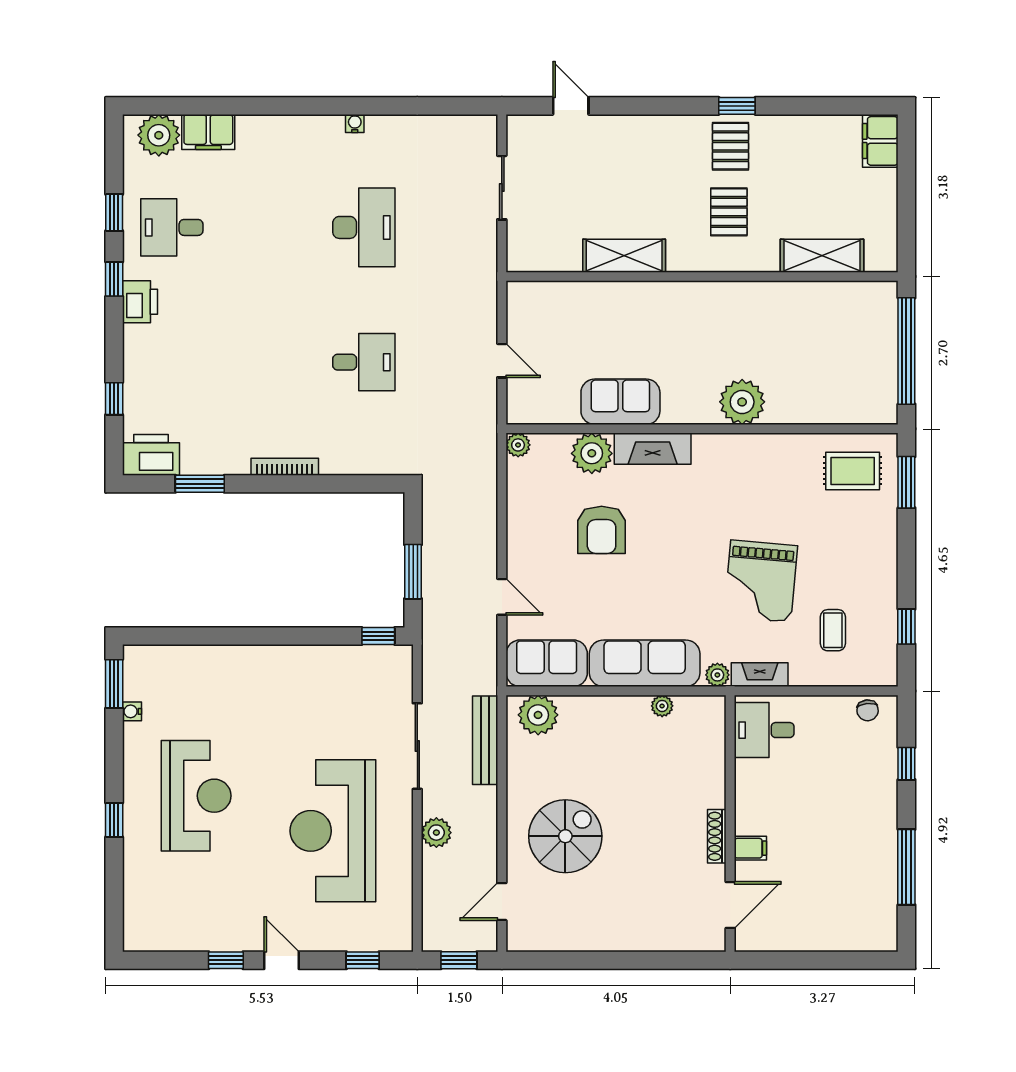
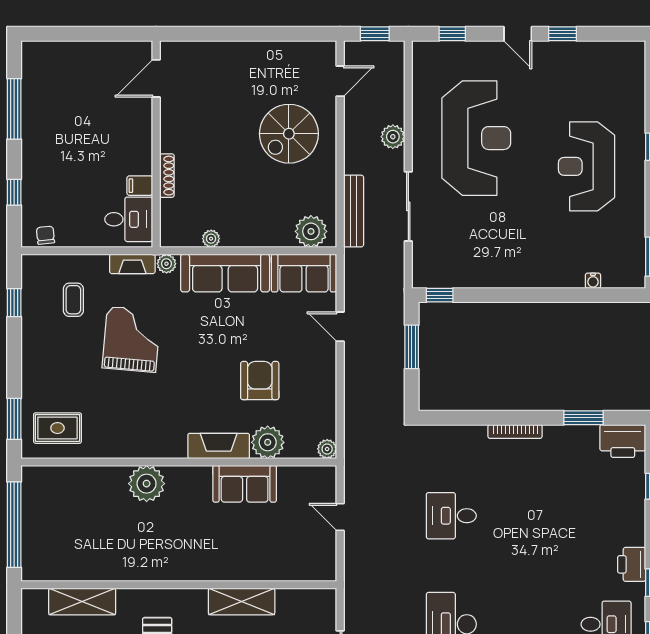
water cooler: (132, 711) -> (593, 281), moved, turned 90
shoe rack: (717, 836) -> (167, 176), moved
filing cabinet: (750, 848) -> (140, 186), moved

